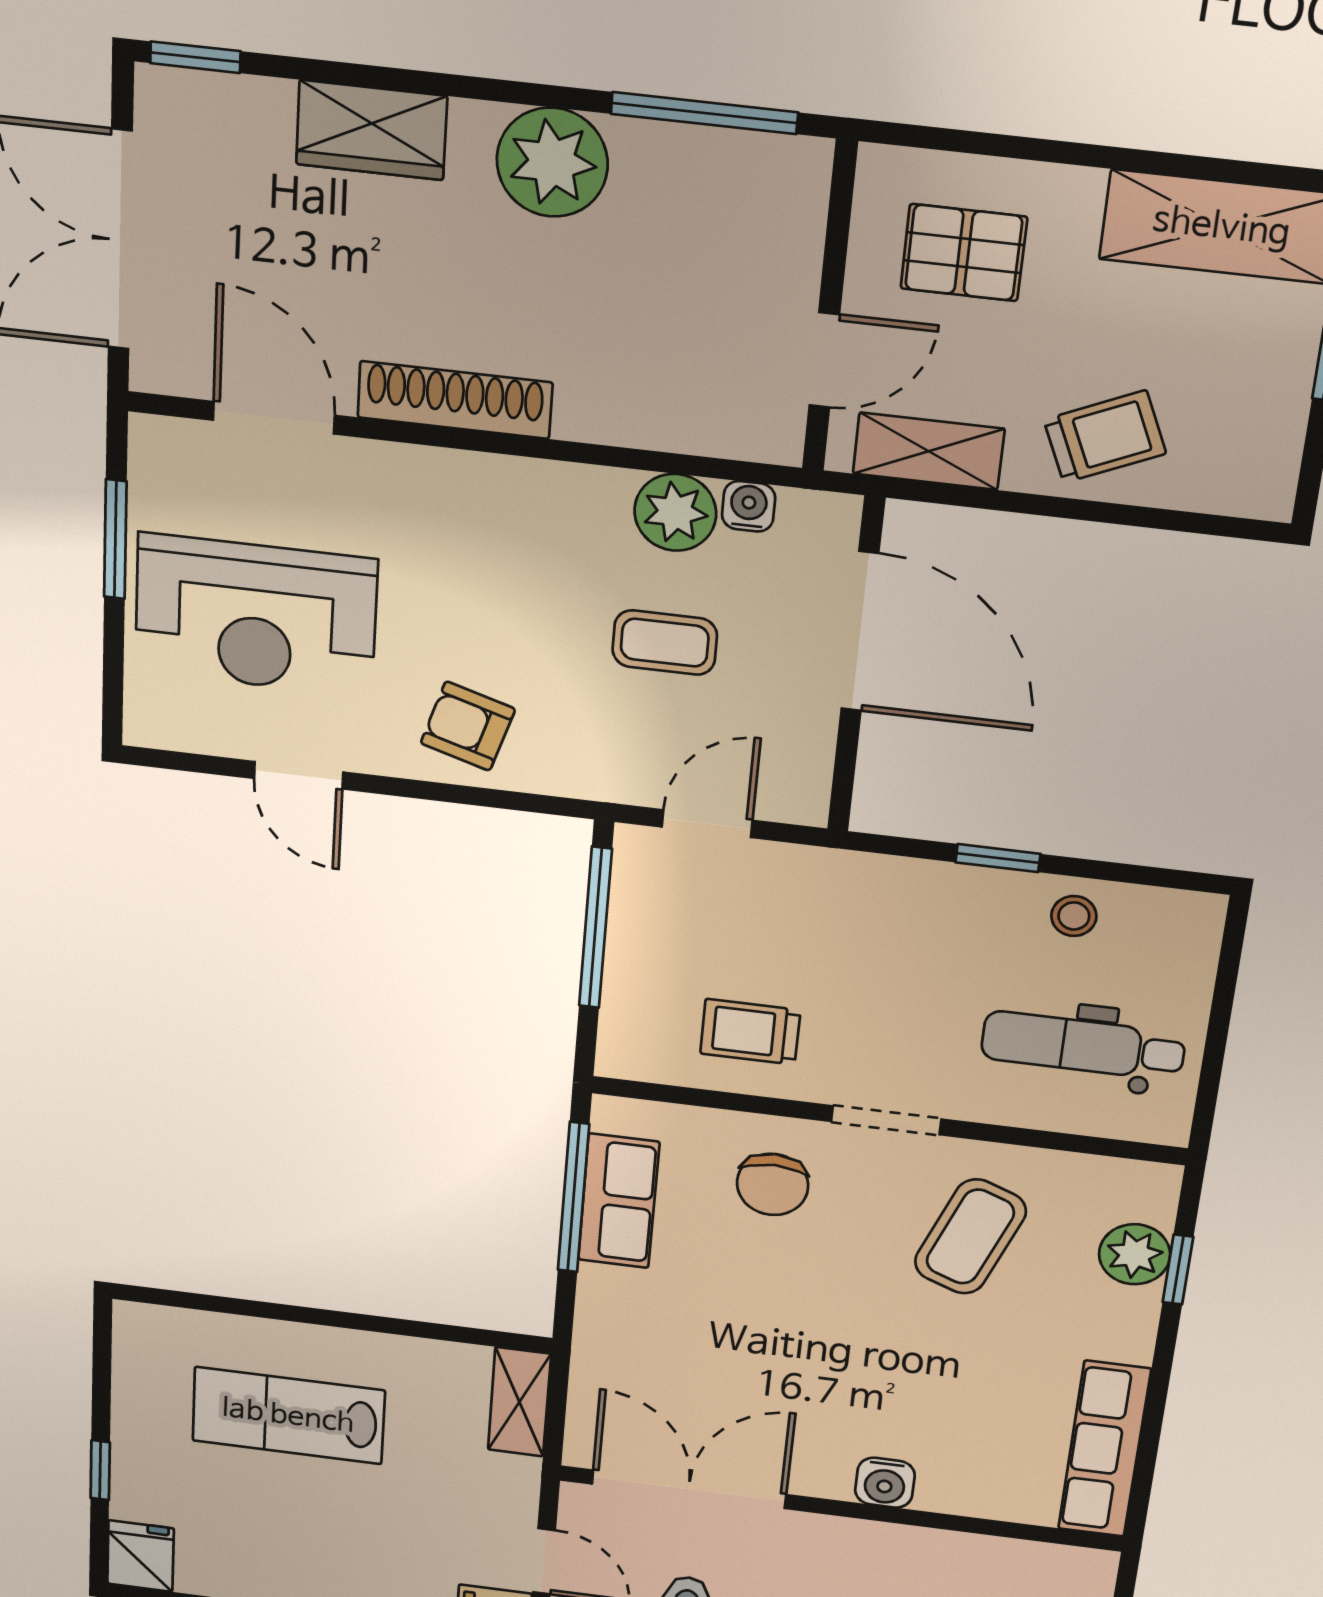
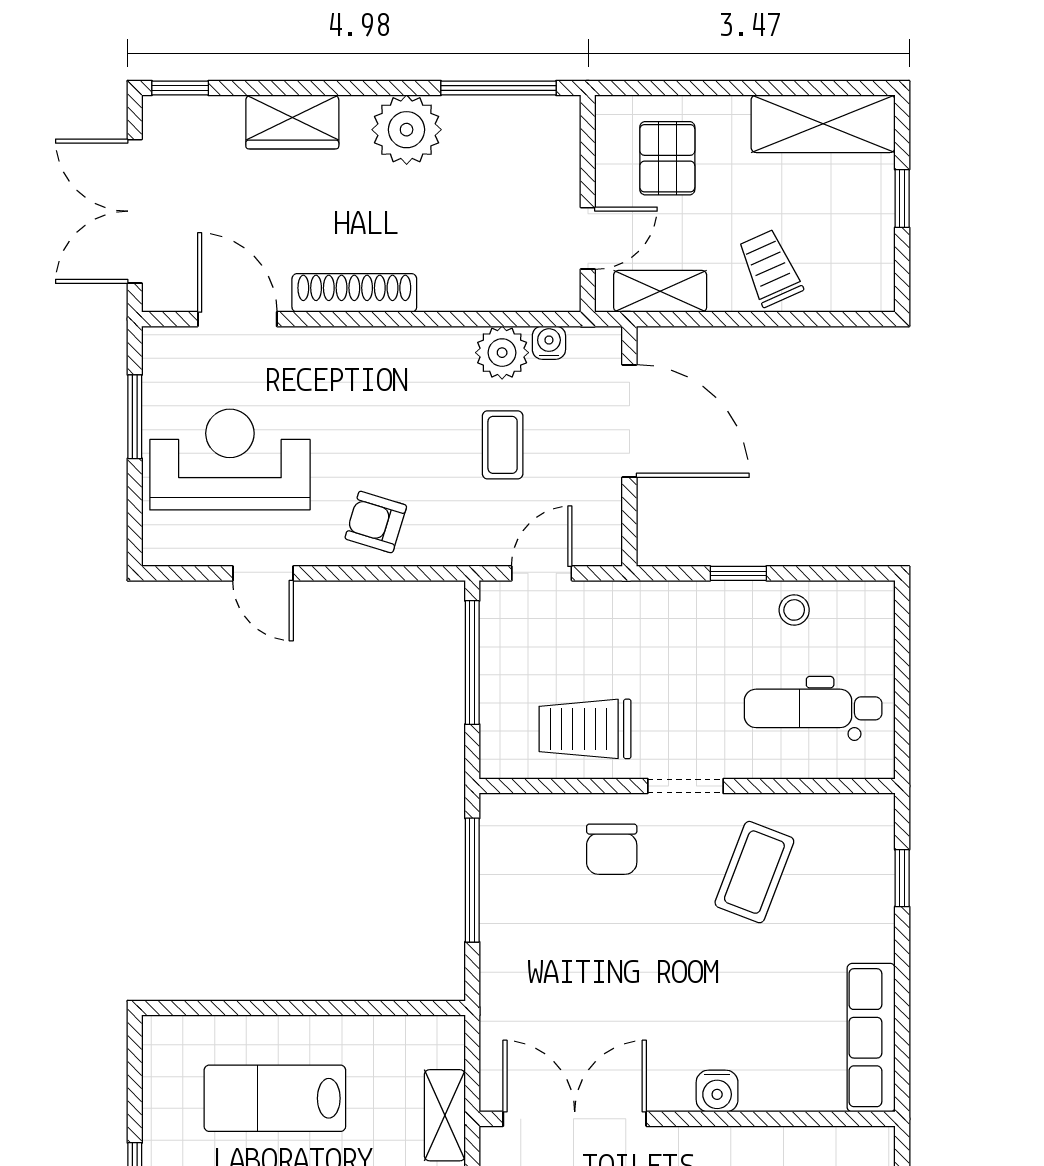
pallet: (964, 253) -> (667, 158), turned 90
trolley: (1105, 437) -> (770, 268), turned -90
reception desk: (256, 615) -> (230, 460), turned 180
coffee table: (665, 643) -> (503, 445), turned 90
trolley: (750, 1032) -> (585, 729), width x1.36, depth x1.39
row of seats: (619, 1201) -> (504, 878), removed
plant: (1135, 1254) -> (870, 870), removed
shelving: (519, 1402) -> (445, 1115), moved

